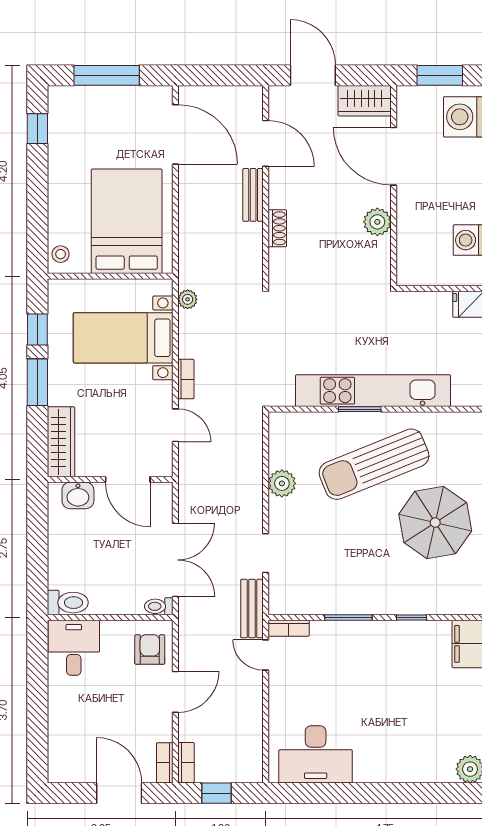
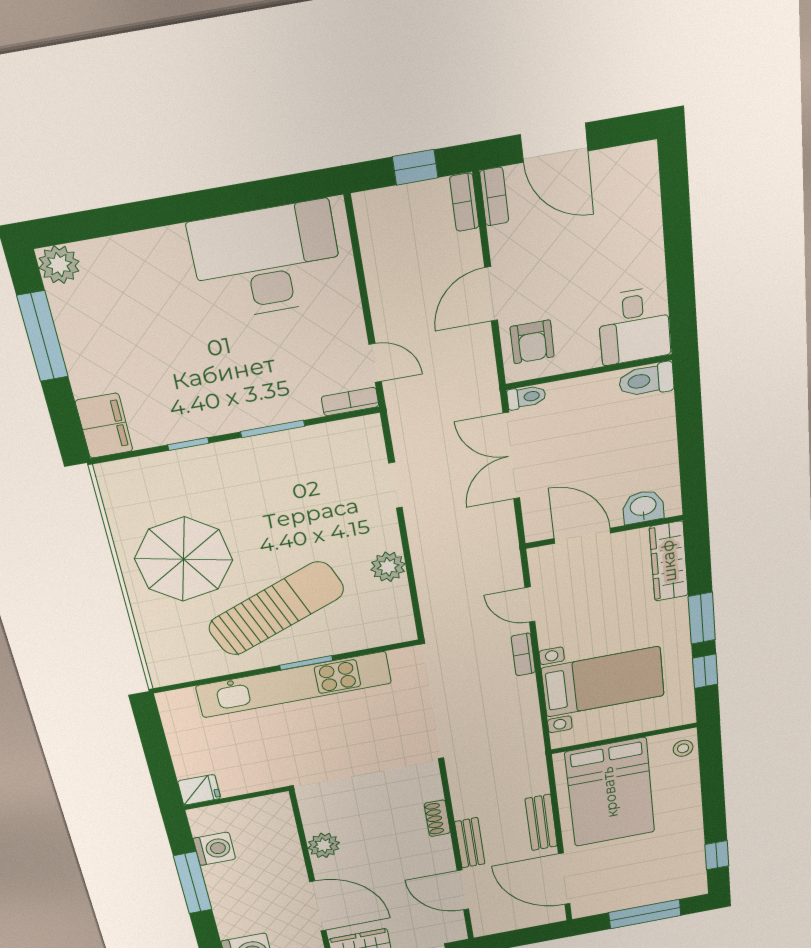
plant: (188, 299) -> (531, 733), removed
bench: (252, 609) -> (541, 822), moved
desk: (316, 754) -> (267, 261), width x1.36, depth x1.30

